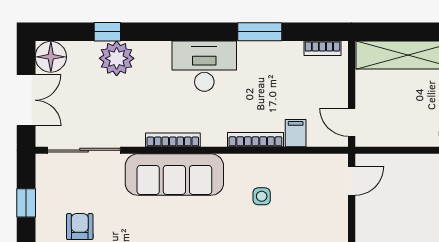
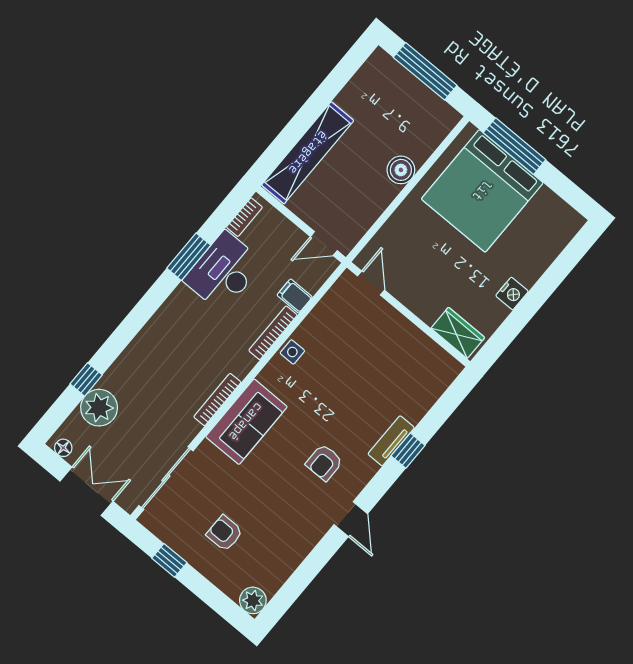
floor lamp: (51, 57) -> (63, 448), width x0.53, depth x0.53
plant: (117, 58) -> (99, 408), moved
desk: (204, 66) -> (224, 272), moved
sofa: (174, 175) -> (246, 422), width x0.73
side table: (262, 196) -> (292, 352), moved

